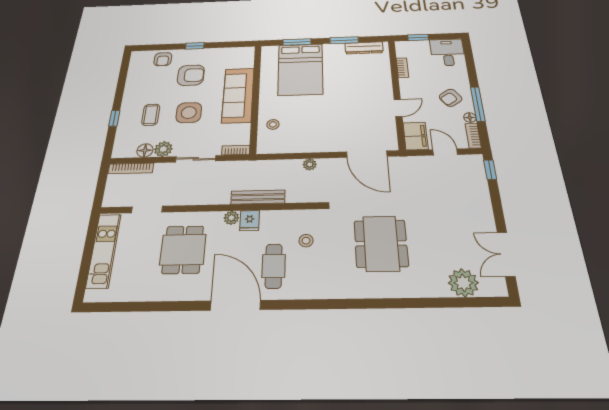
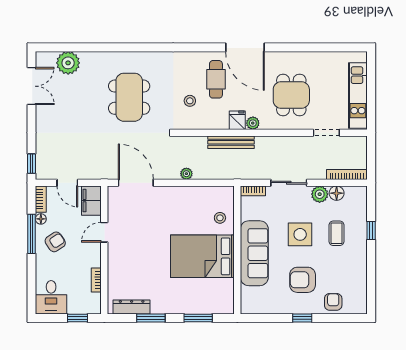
bed: (300, 69) -> (202, 256), moved, turned -90

